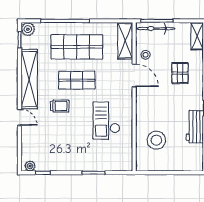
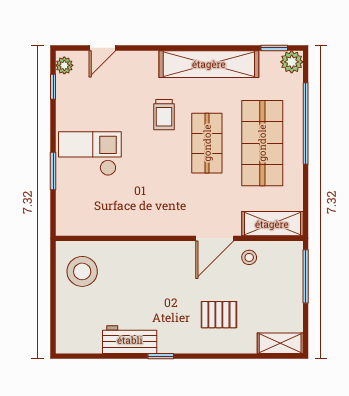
bicycle: (155, 29) -> (293, 274), removed
door: (20, 117) -> (102, 48), moved
checkout: (106, 121) -> (90, 154), moved
stool: (156, 140) -> (82, 271), moved

